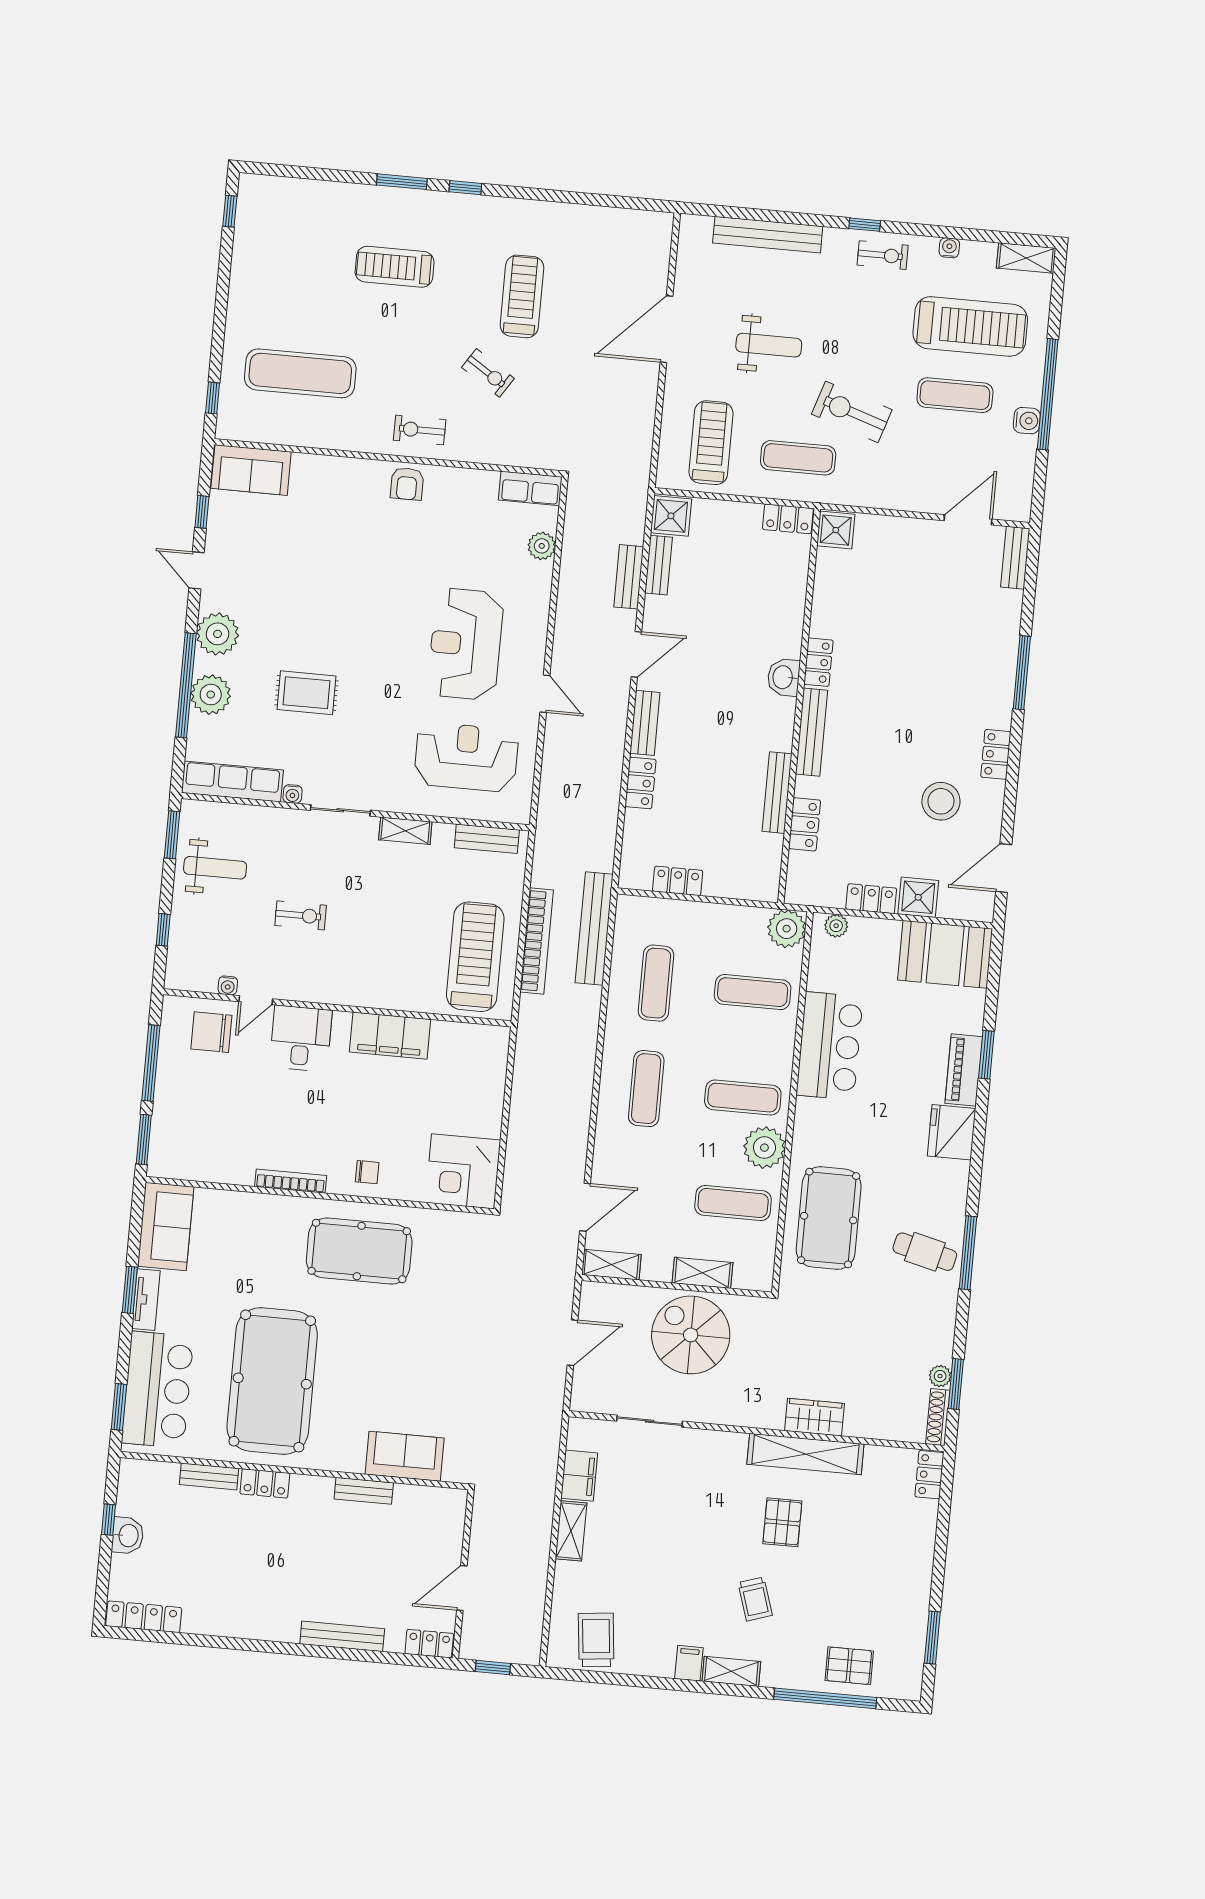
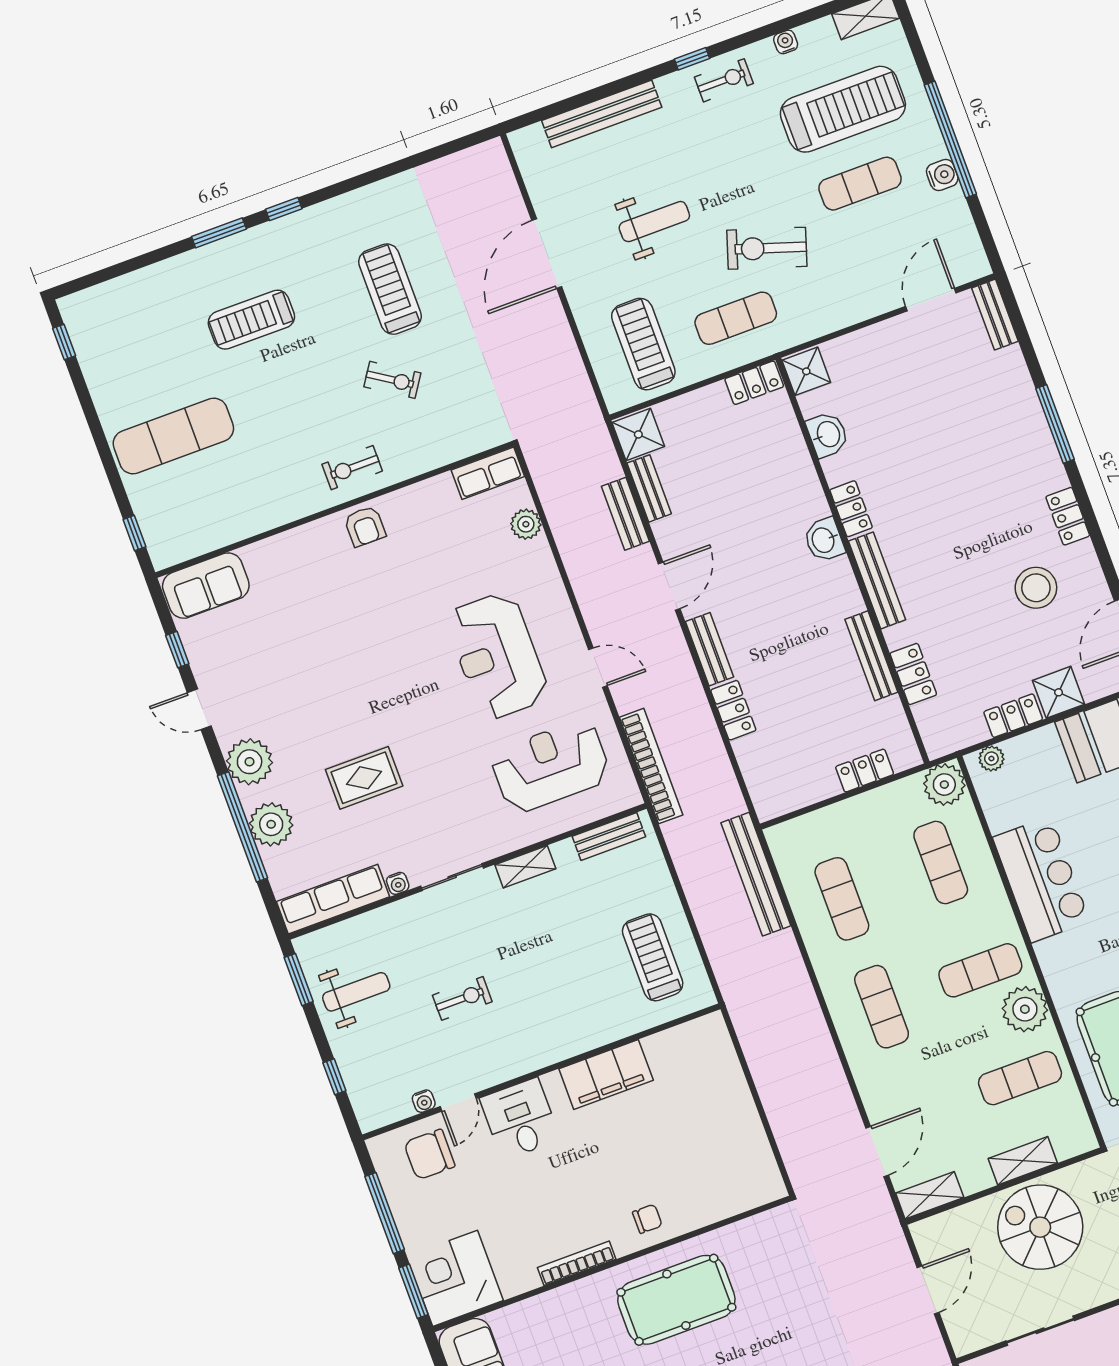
exercise mat: (300, 373) -> (173, 436), moved
washbasin: (828, 591) -> (828, 434), added
locker: (678, 881) -> (865, 771), moved
bookcase: (537, 941) -> (651, 766), moved
treadmill: (475, 957) -> (653, 957), width x0.73, depth x0.73
exercise mat: (753, 992) -> (941, 863), turned 90
corner desk: (463, 1171) -> (455, 1278), moved, turned 90

